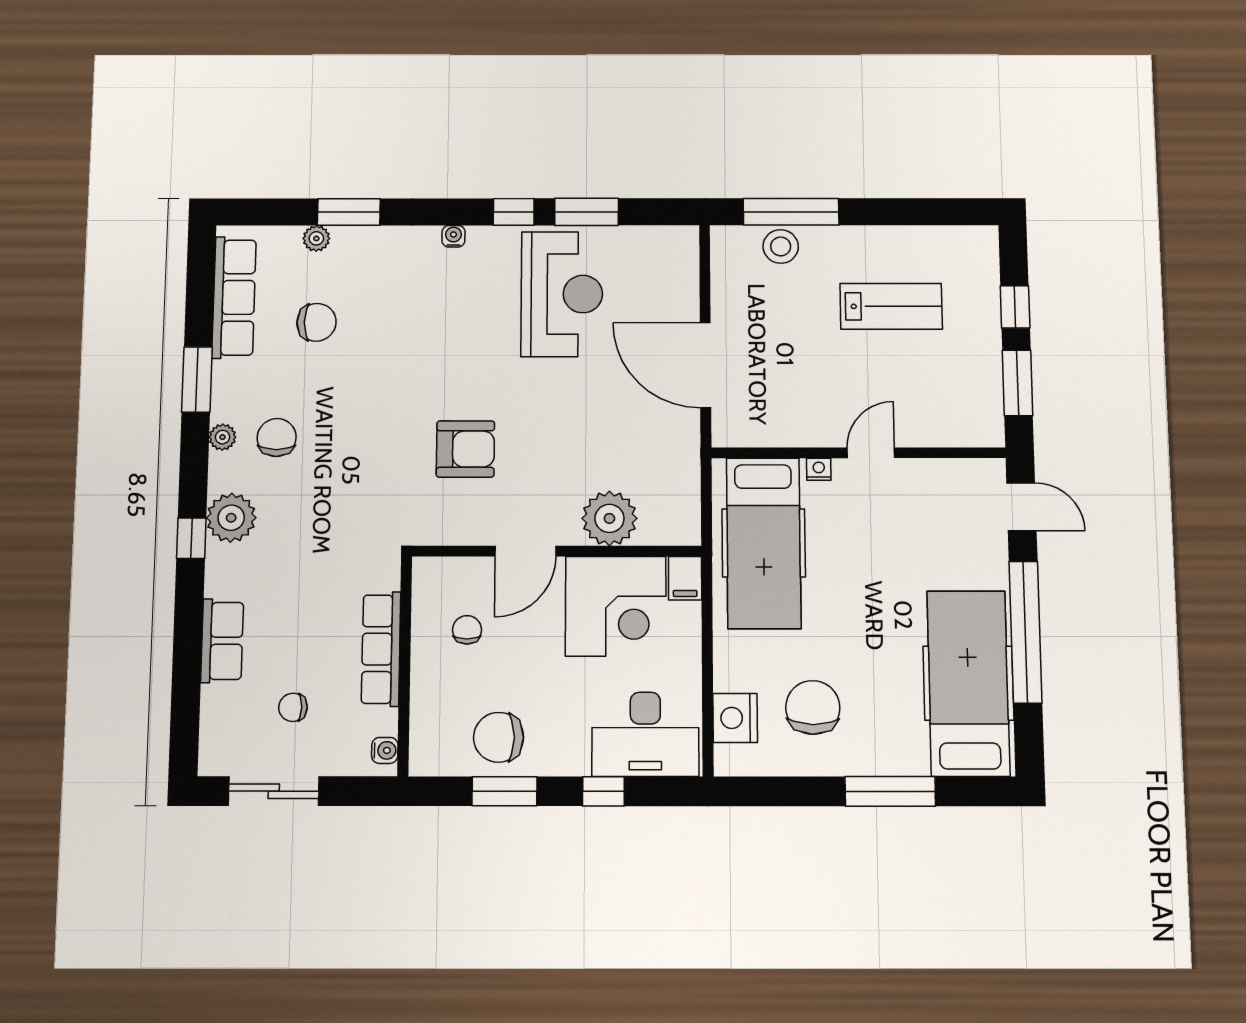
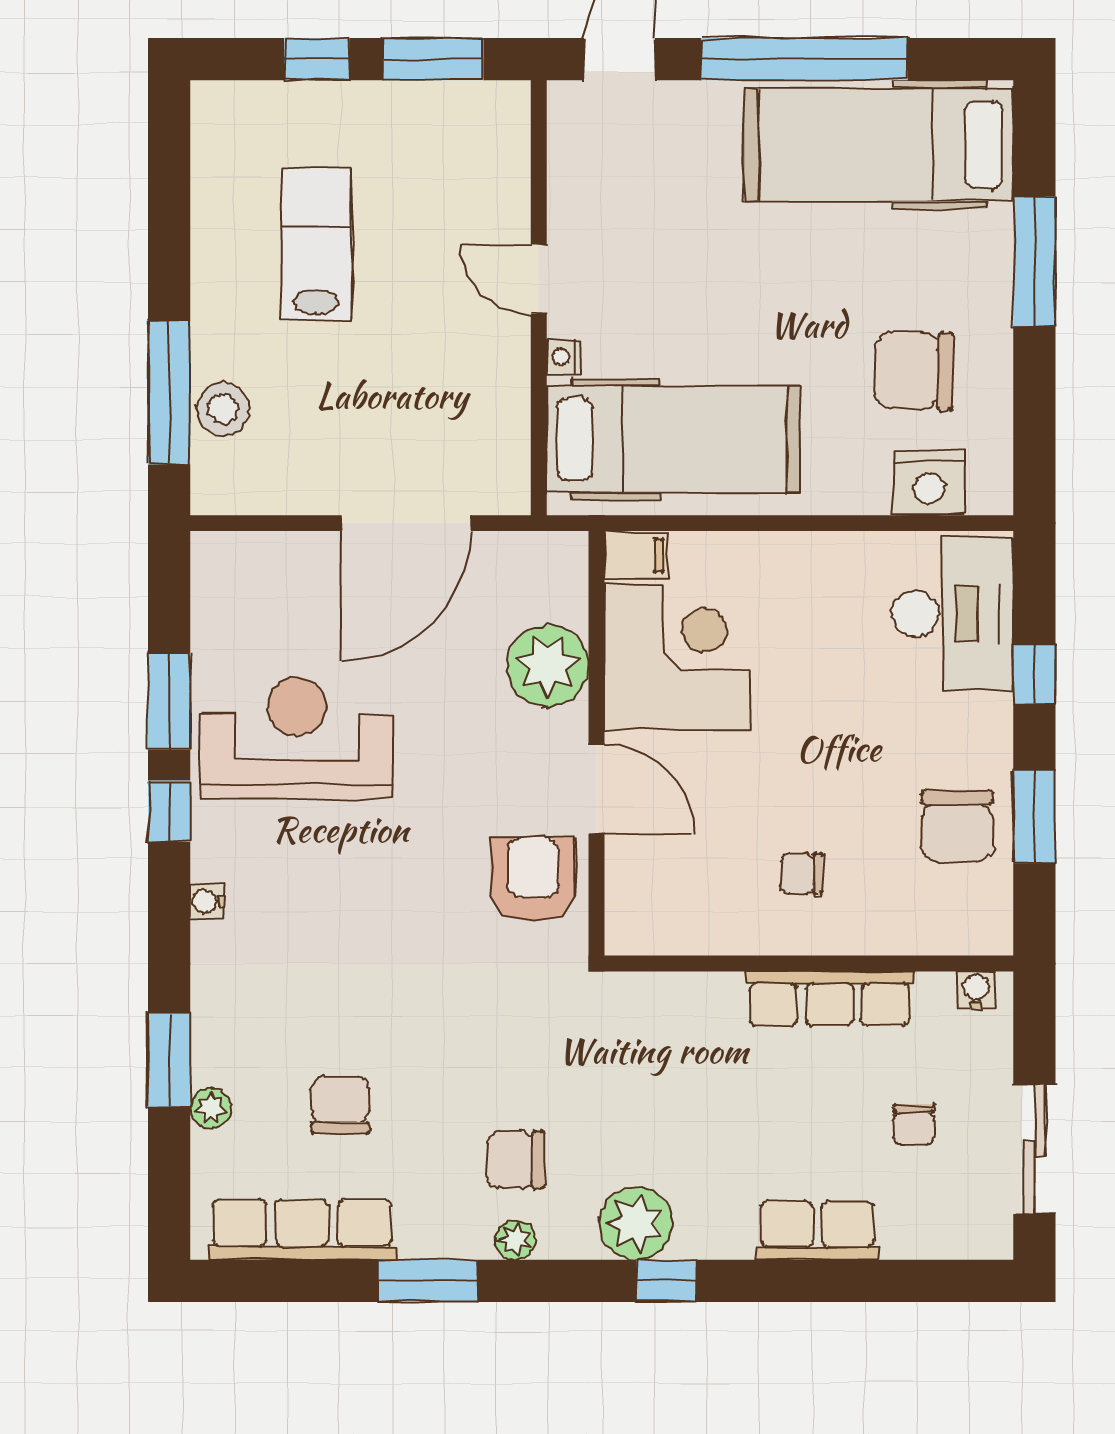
plant: (609, 518) -> (548, 666), moved
door: (525, 551) -> (596, 789), moved
wall: (557, 551) -> (596, 743), moved
filing cabinet: (685, 578) -> (636, 555), moved
corner desk: (616, 606) -> (678, 657), moved

